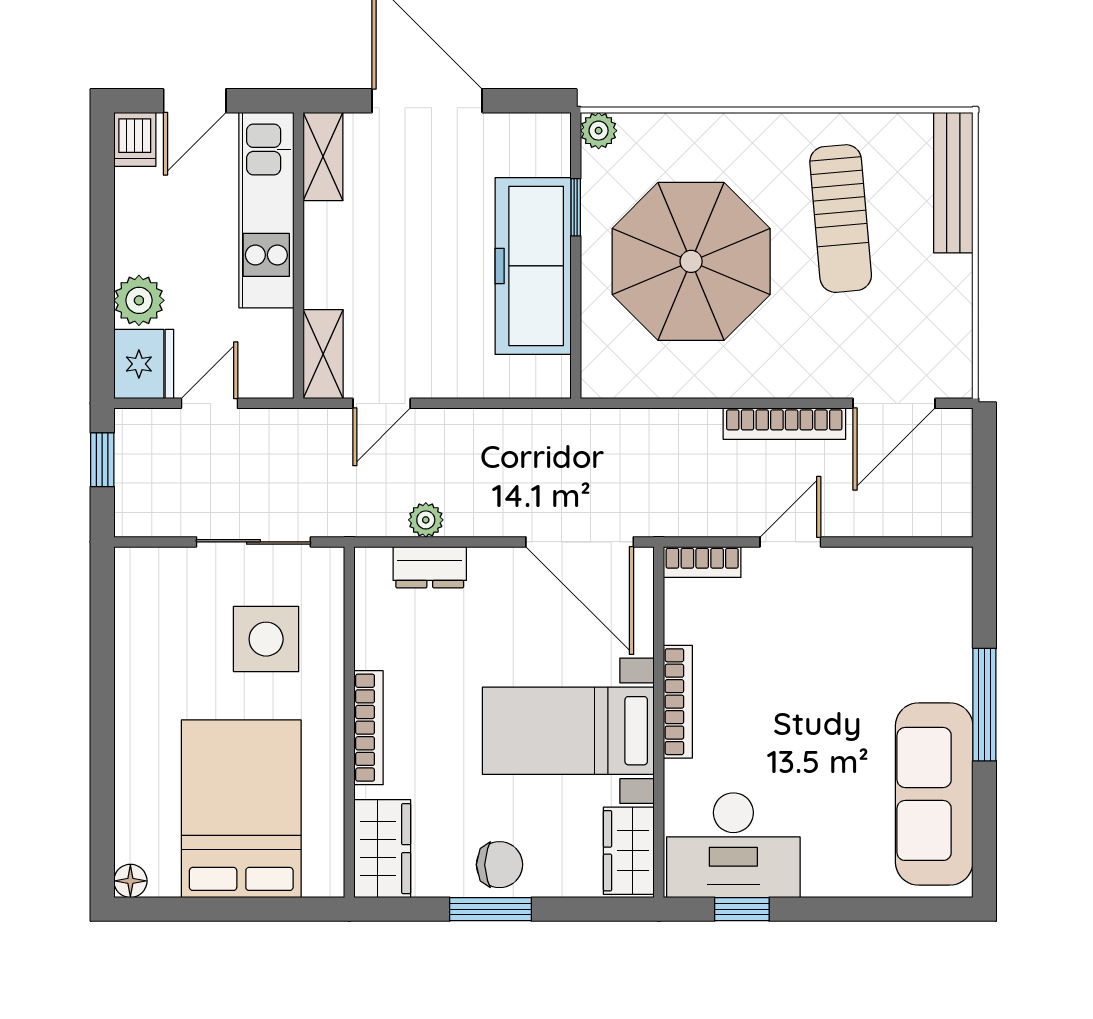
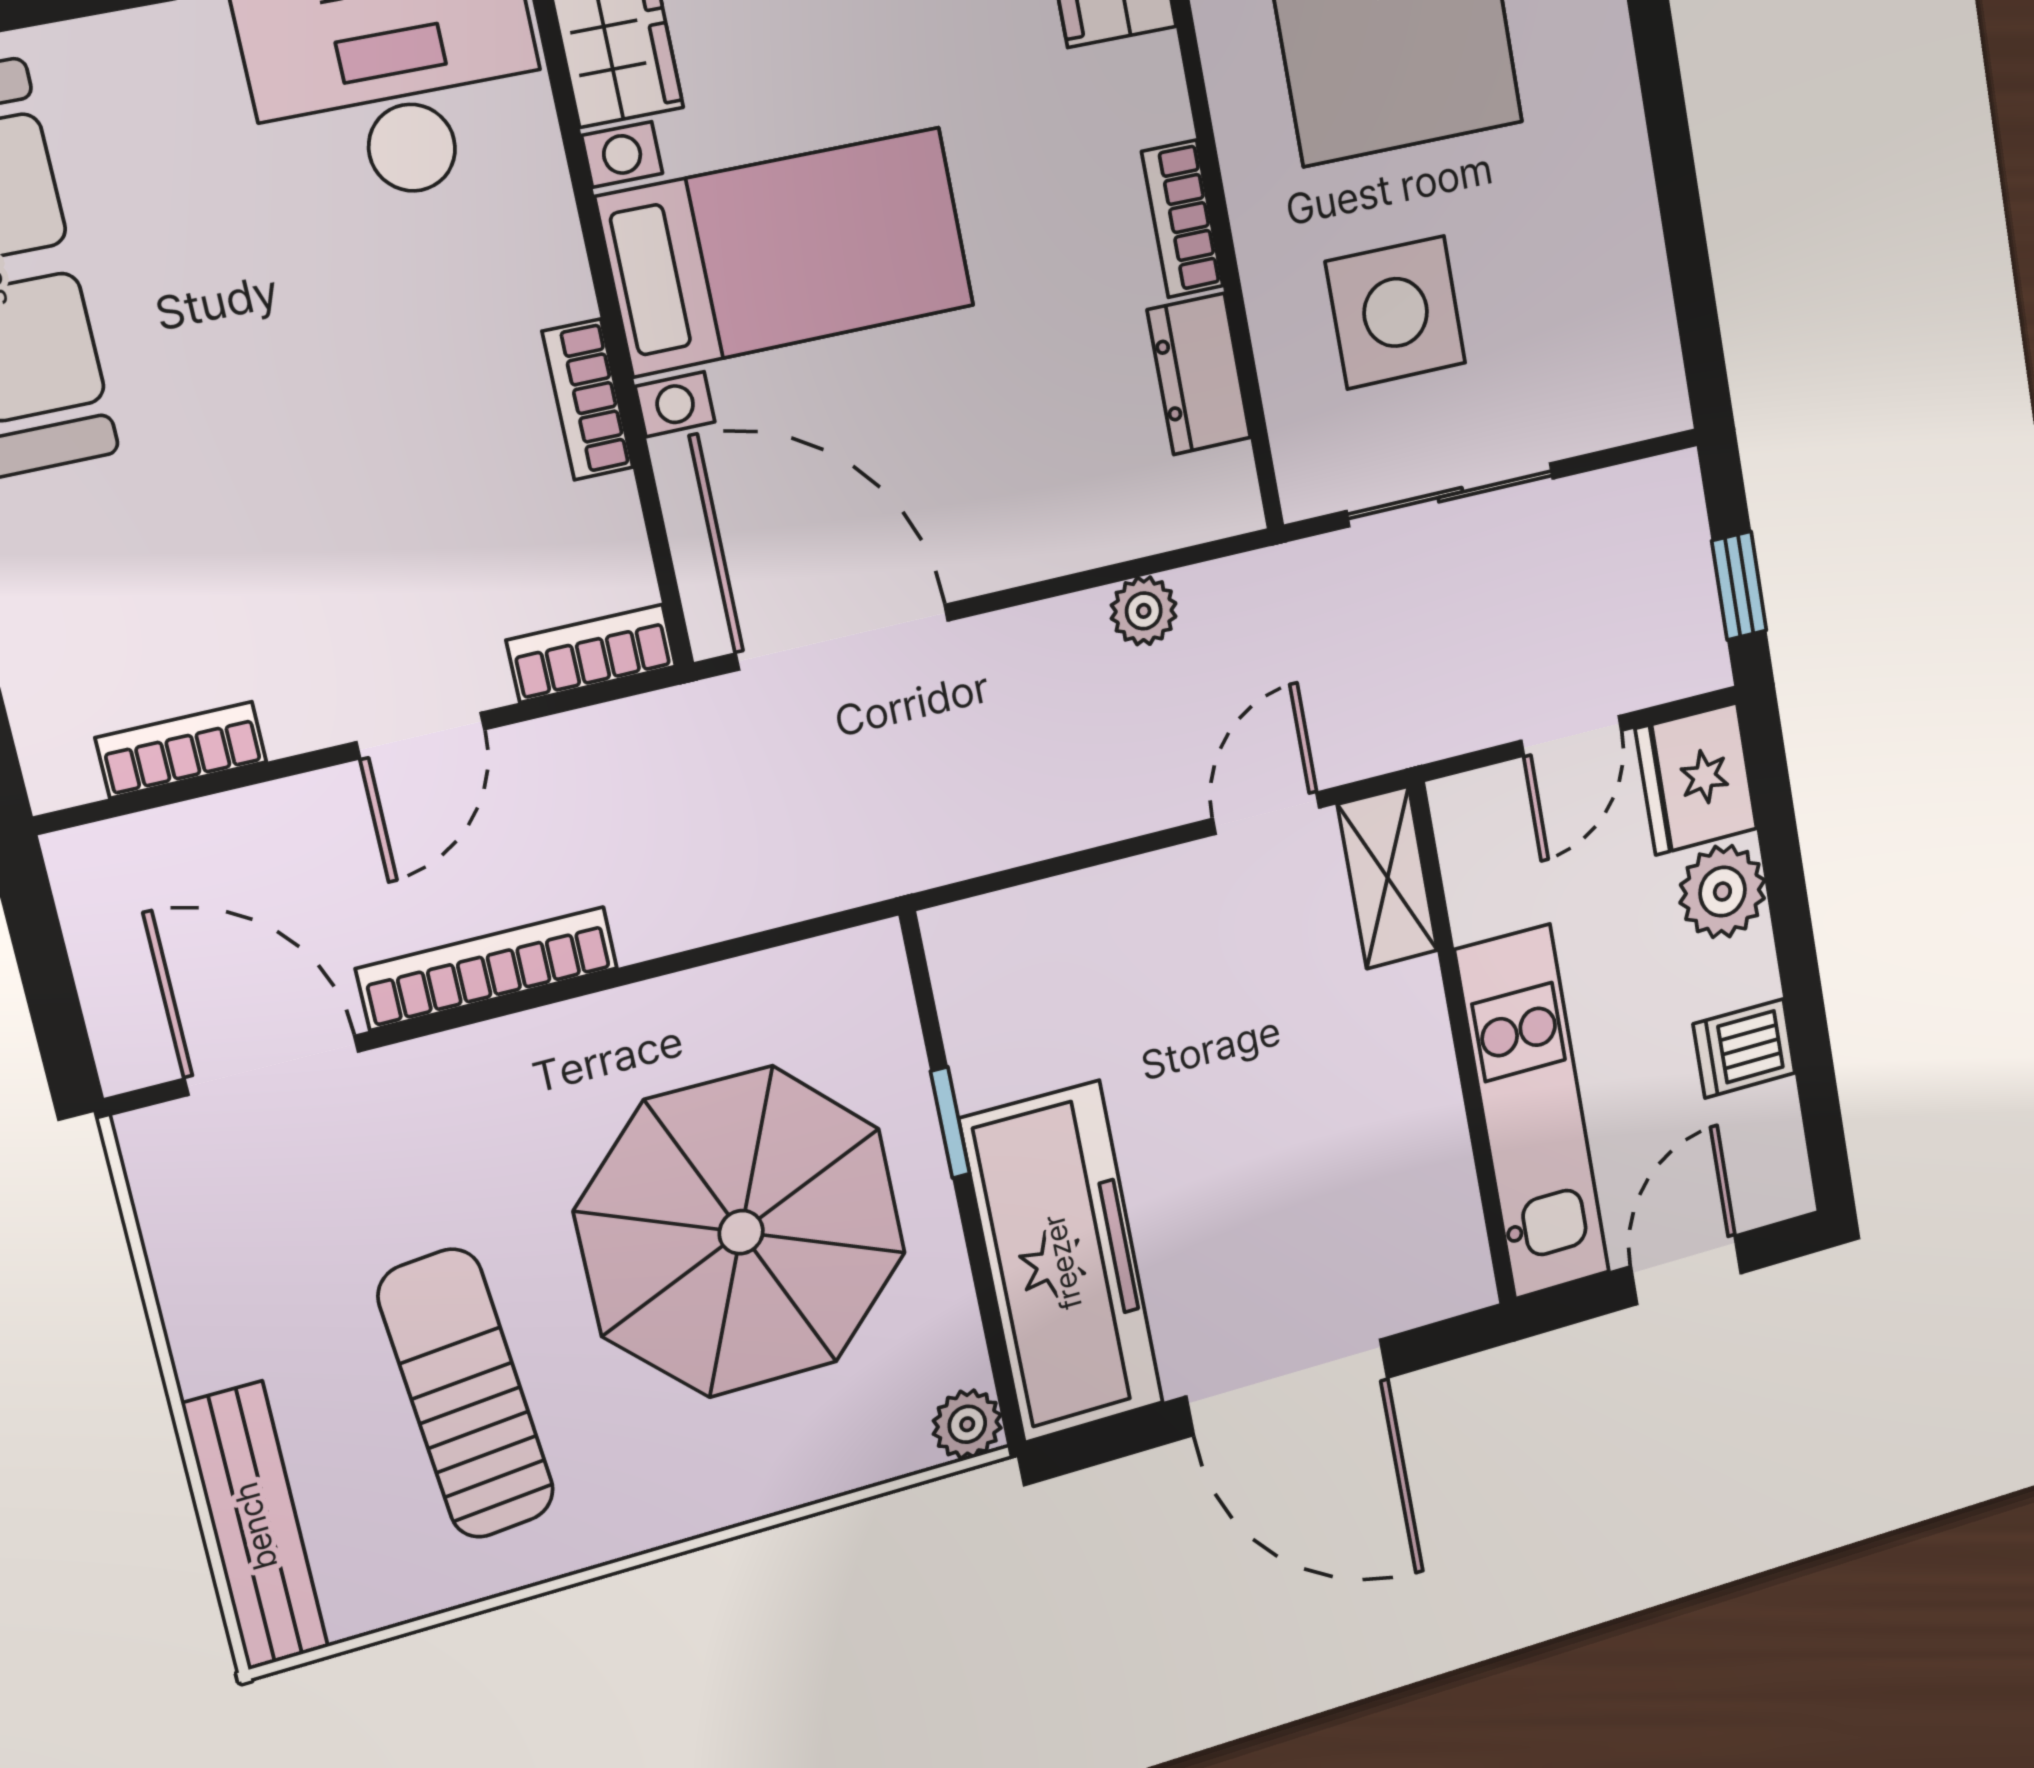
dishwasher: (135, 139) -> (1744, 1048), moved, turned -90
shelving: (323, 157) -> (1451, 1235), removed
window: (576, 207) -> (950, 1123), moved
freezer: (533, 266) -> (1062, 1262), moved
door: (894, 403) -> (272, 1065), hinge flipped
bookcase: (900, 561) -> (181, 750), added
dresser: (430, 567) -> (1199, 374), moved, turned -90
bookcase: (678, 702) -> (588, 400), width x0.64
bookcase: (369, 728) -> (1182, 219), width x0.64

